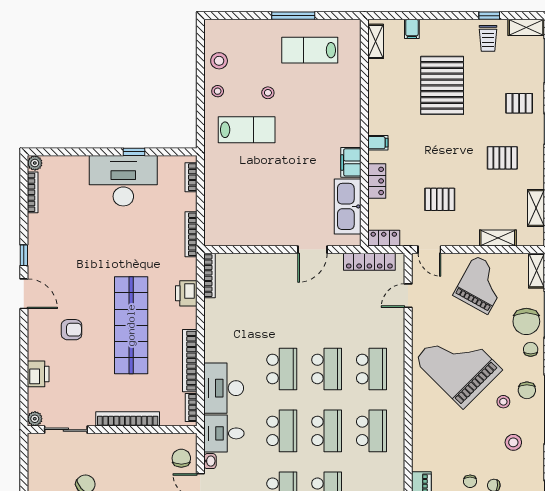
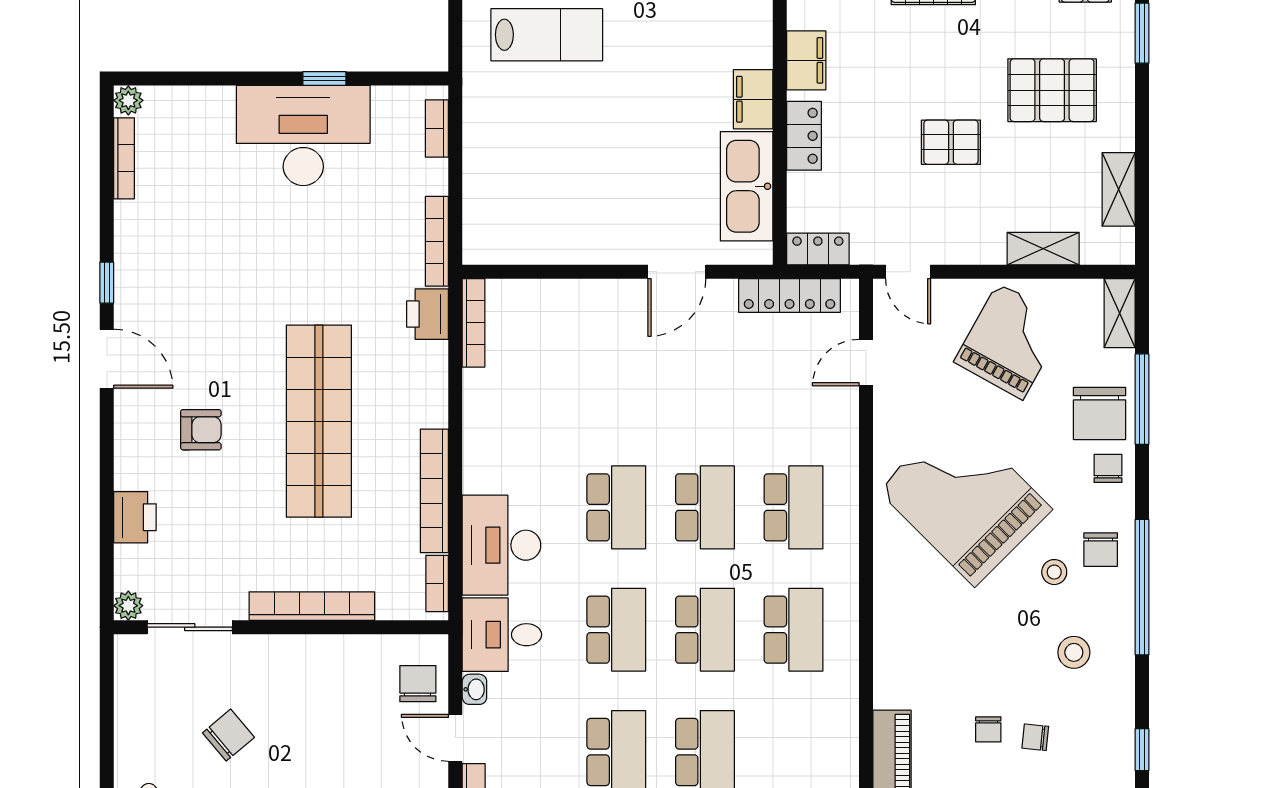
filing cabinet: (378, 143) -> (806, 60), width x2.00
pallet: (502, 158) -> (1052, 90), width x1.50, depth x1.42
pallet: (440, 199) -> (951, 142), moved
printer: (186, 293) -> (428, 314), moved

